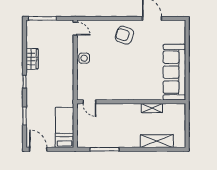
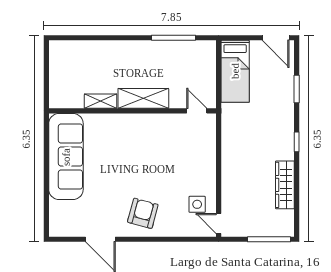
armchair: (124, 35) -> (143, 213), turned -93
side table: (84, 58) -> (197, 204), moved
wardrobe: (32, 59) -> (285, 185), width x1.50
shelving: (157, 141) -> (143, 98), moved

